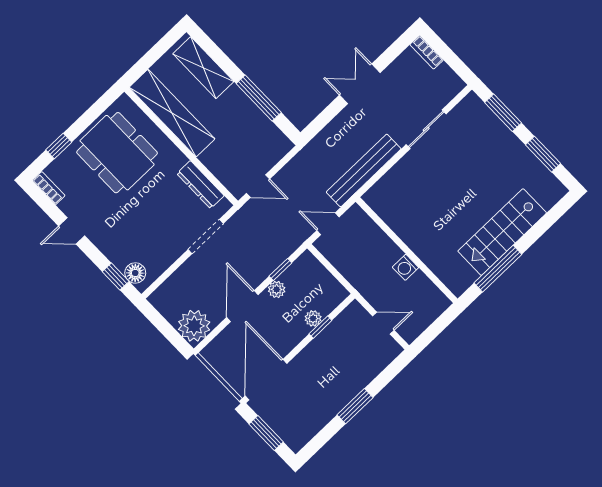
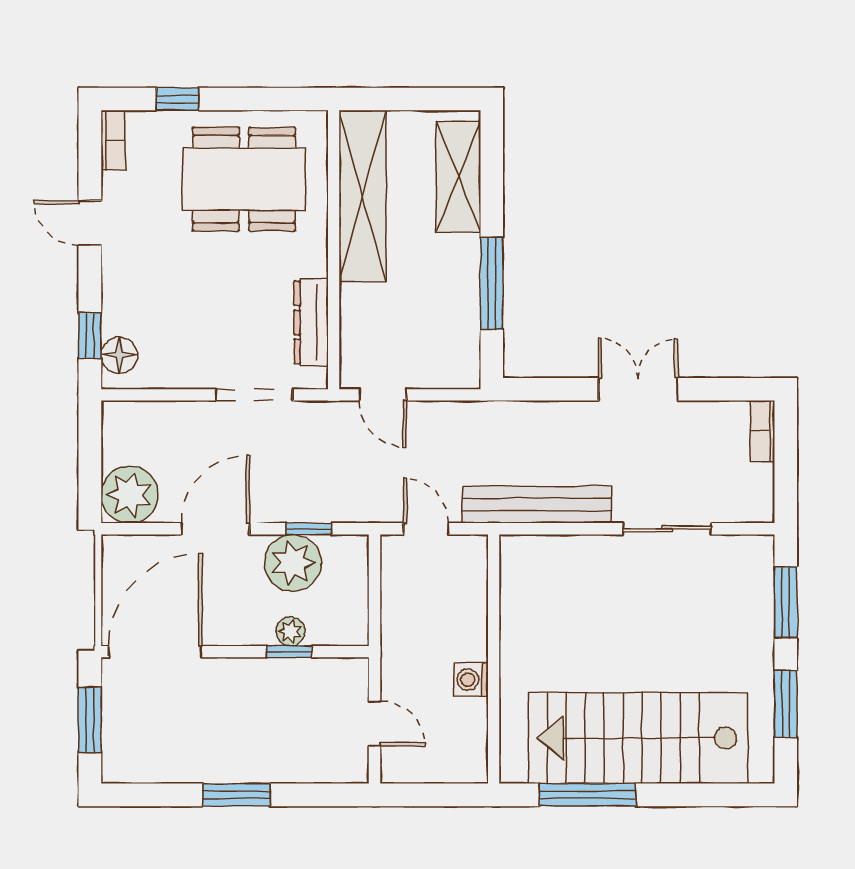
dining table: (117, 153) -> (244, 179), turned 90
stairs: (502, 232) -> (638, 738), width x1.36, depth x1.51
plant: (277, 289) -> (293, 563), width x1.88, depth x1.88

